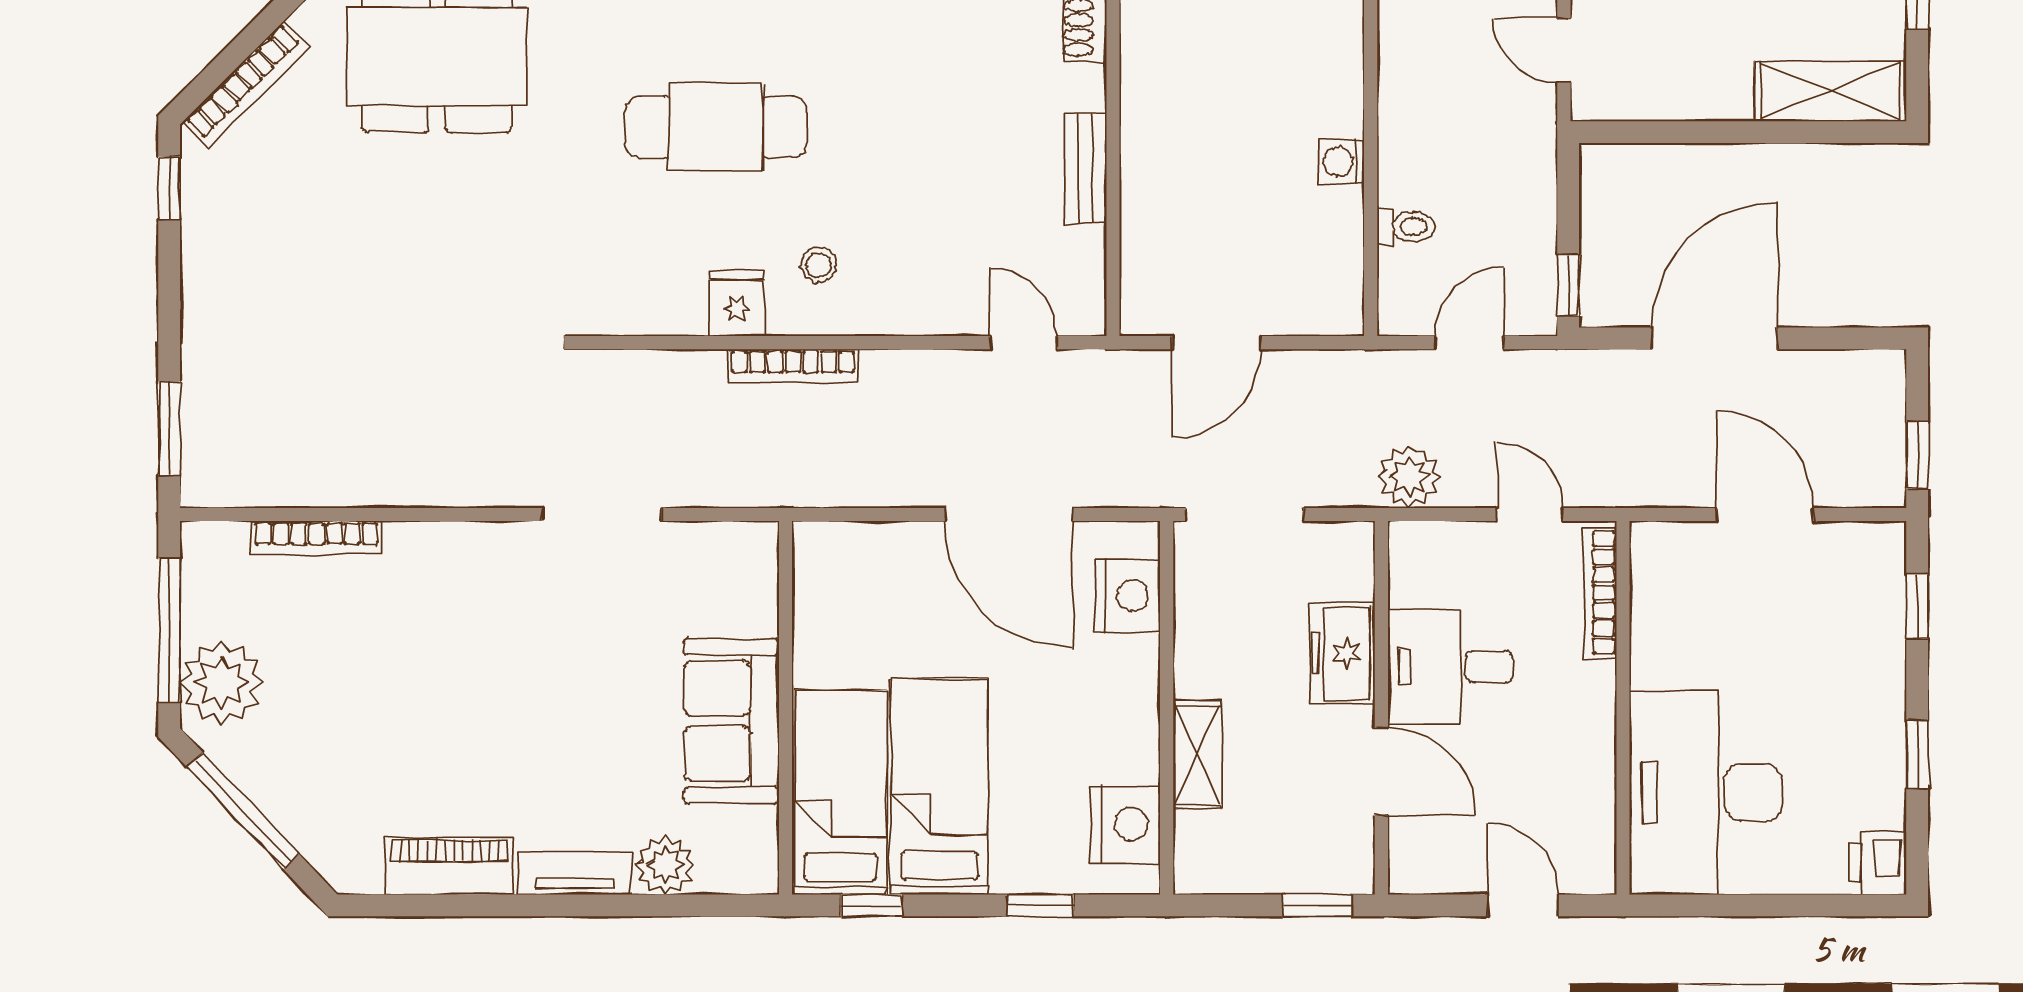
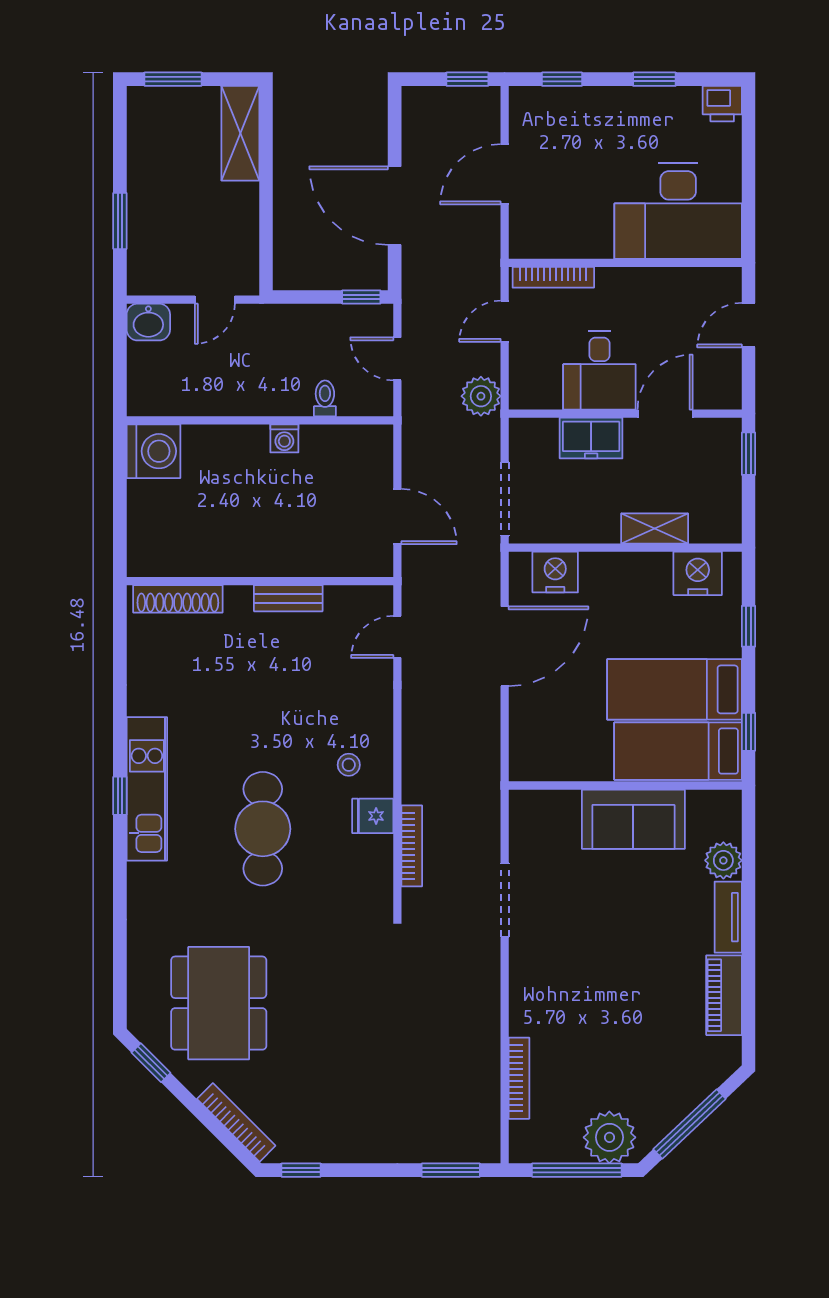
bookcase: (793, 366) -> (412, 846), moved

